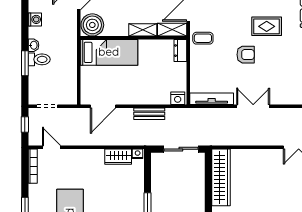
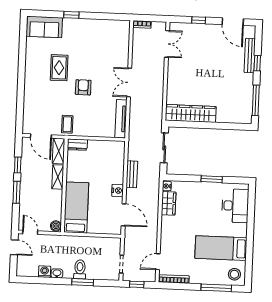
boiler: (92, 25) -> (56, 226), width x0.54, depth x0.54
washbasin: (33, 45) -> (57, 273), moved
nightstand: (178, 98) -> (118, 191), moved

